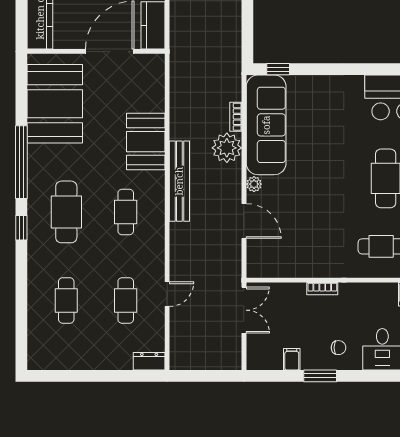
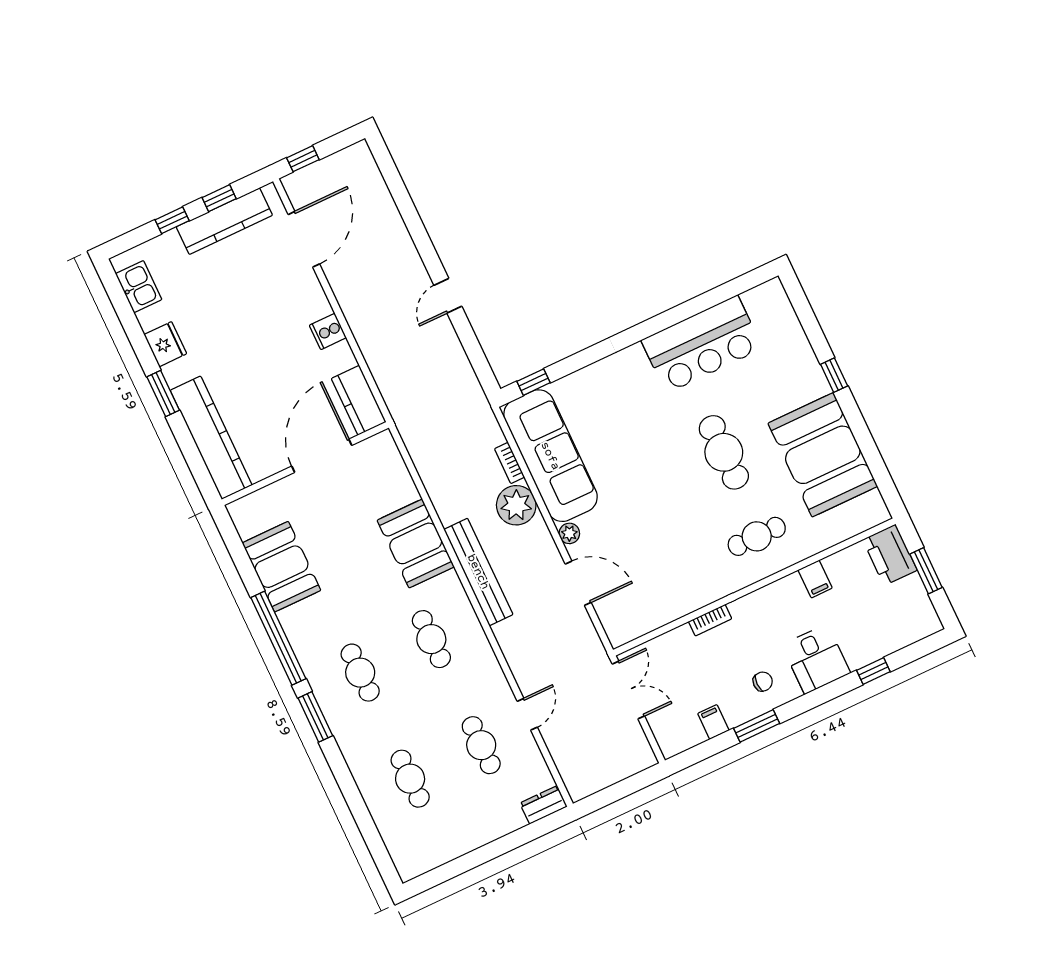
booth: (55, 104) -> (281, 567), width x0.73, depth x0.70
cafe table: (66, 212) -> (360, 673), width x0.73, depth x0.74
window: (21, 228) -> (315, 717), width x1.50

